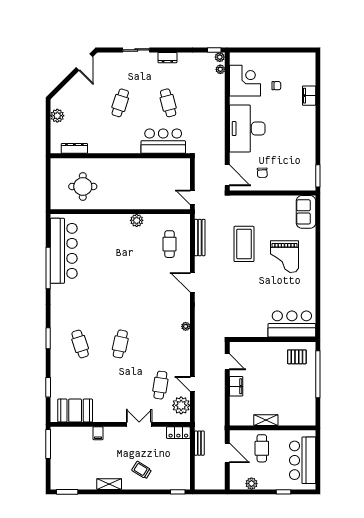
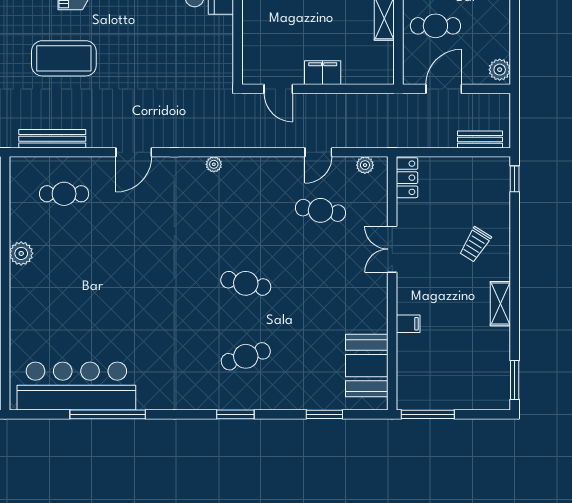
door: (227, 362) -> (278, 89), swing flipped
plant: (181, 405) -> (365, 165), width x0.53, depth x0.53
bench: (199, 443) -> (480, 139), moved
plant: (251, 484) -> (500, 70), moved

